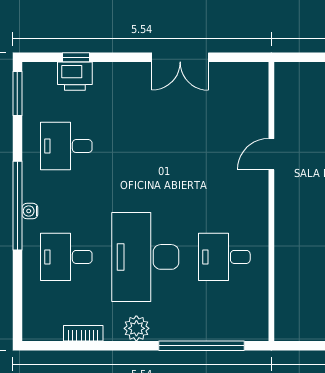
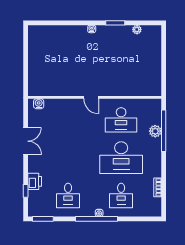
printer: (75, 76) -> (35, 181), moved
water cooler: (258, 85) -> (39, 104), added
door: (271, 154) -> (91, 97), moved
desk: (224, 257) -> (121, 120), width x1.37
plant: (136, 328) -> (155, 131), moved

